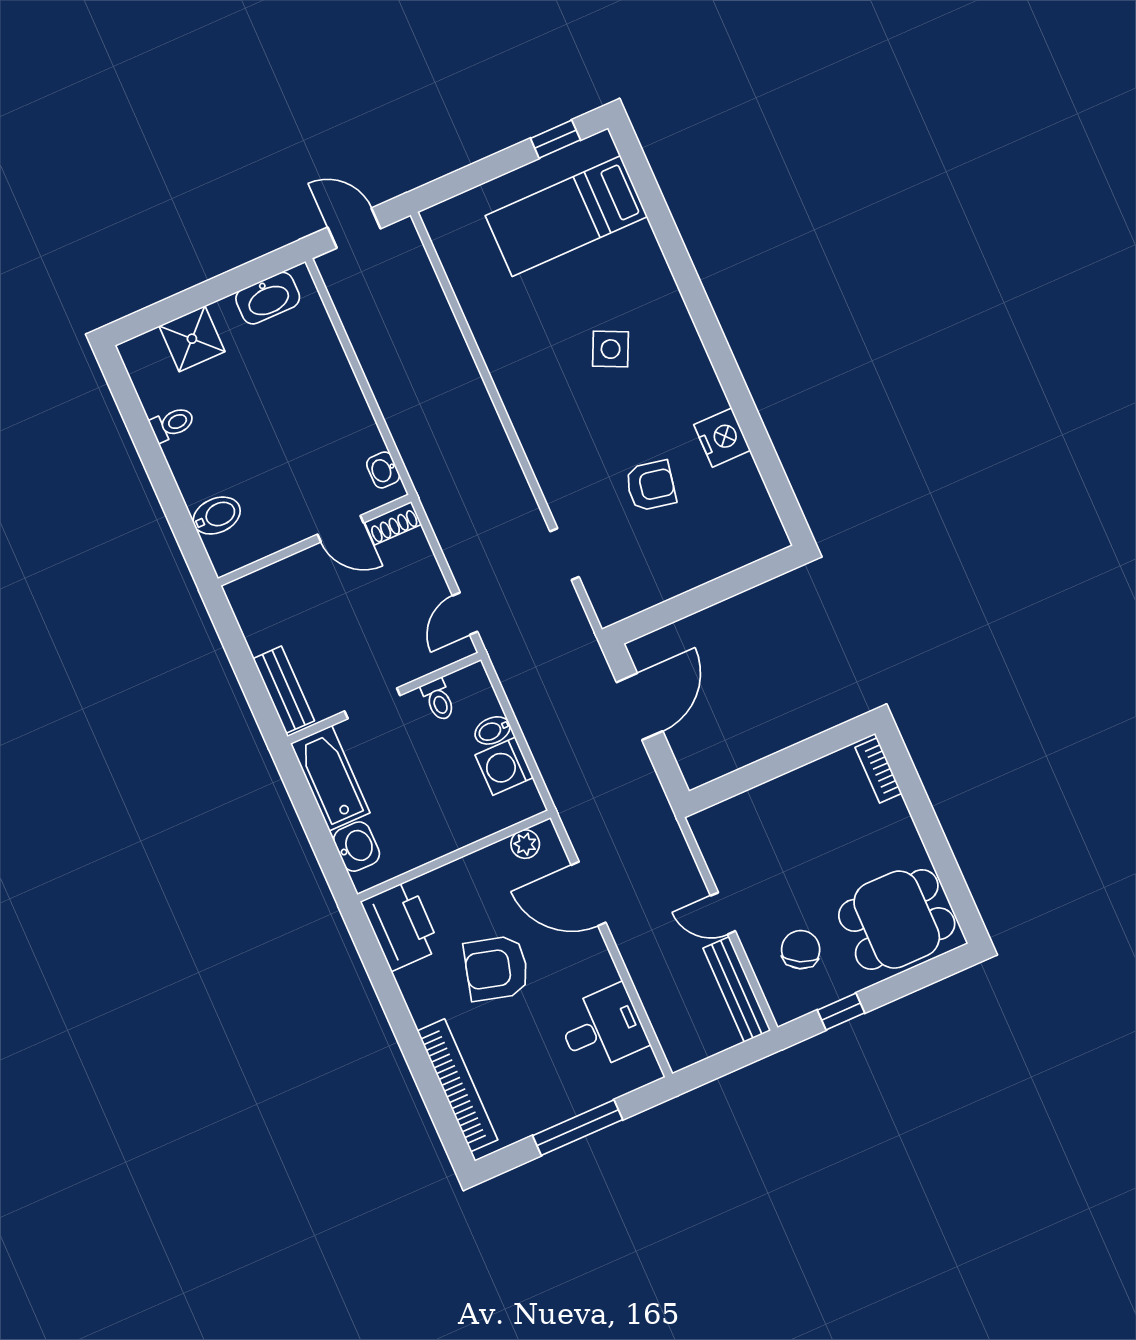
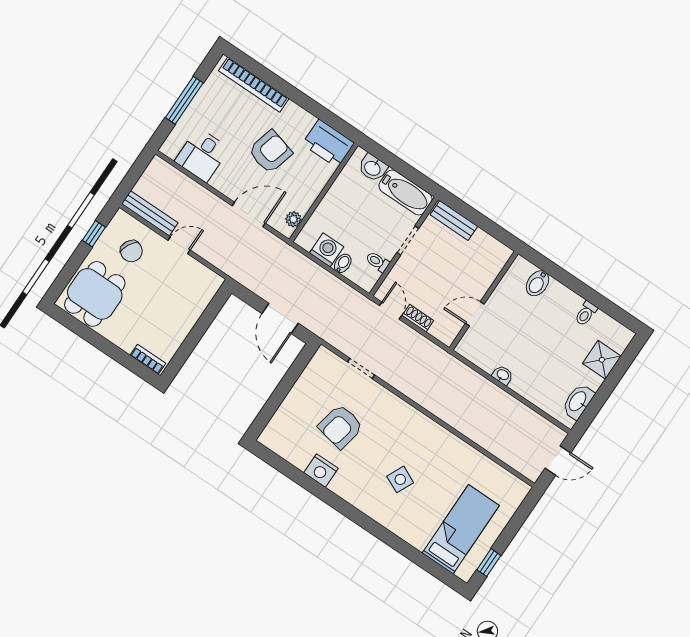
washbasin: (383, 470) -> (503, 375), moved
armchair: (651, 486) -> (341, 427), width x1.38, depth x1.38
shoe rack: (393, 523) -> (418, 318), moved, turned 90

